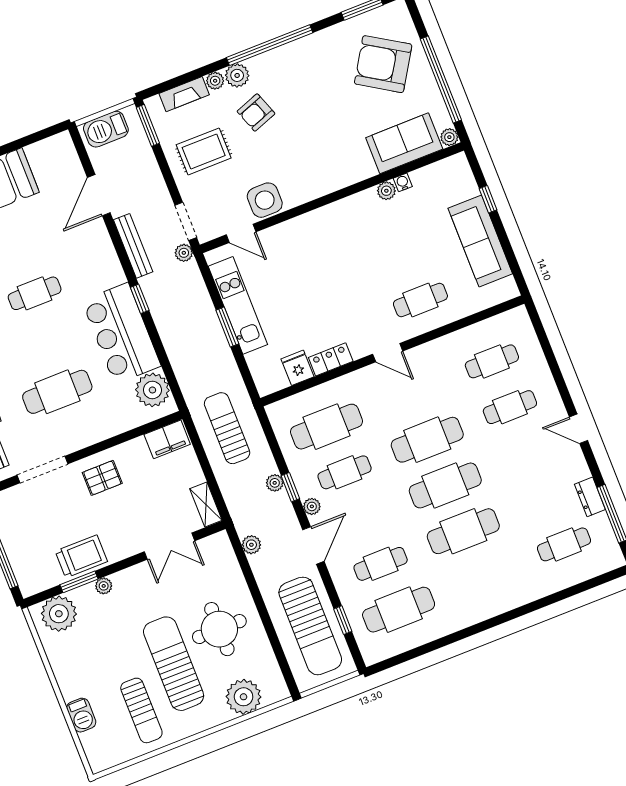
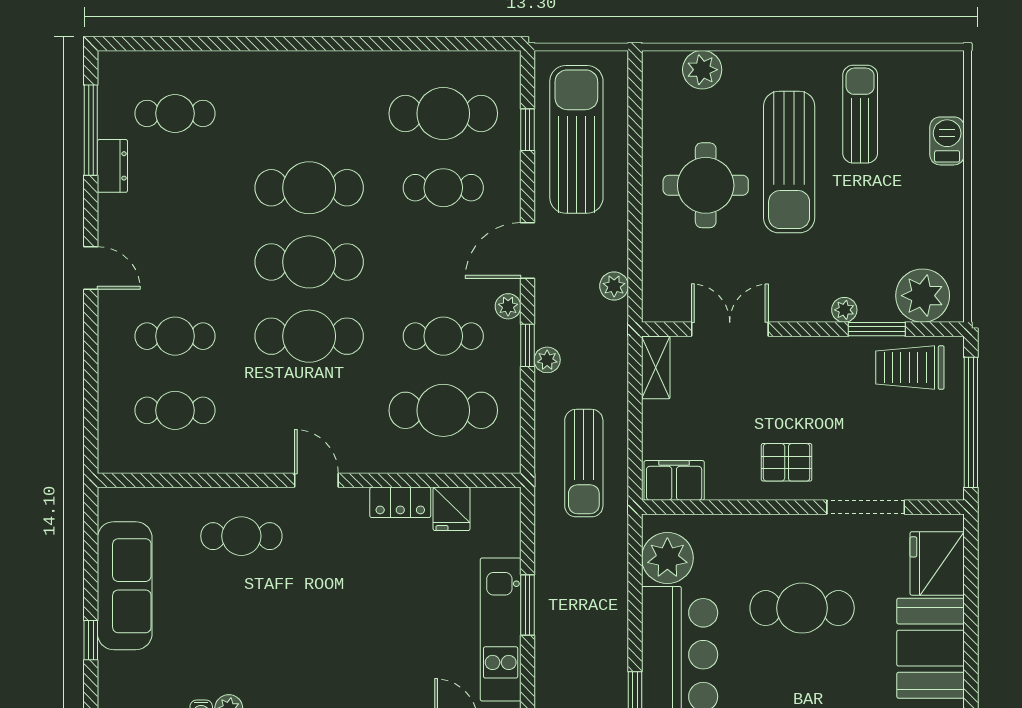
trolley: (81, 556) -> (910, 367), moved
plant: (244, 697) -> (702, 70), width x0.73, depth x0.73

